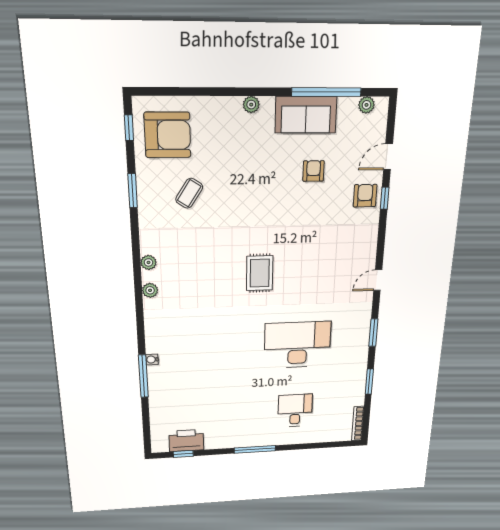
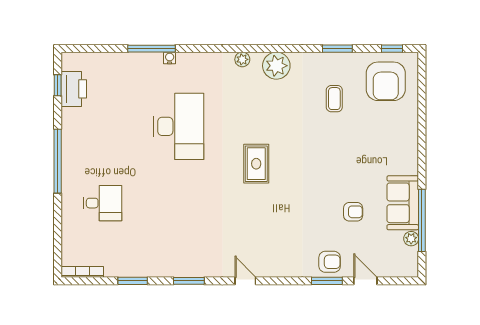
plant: (251, 105) -> (411, 154), removed
plant: (366, 105) -> (411, 239), moved
coffee table: (189, 193) -> (334, 99), turned 57
window: (385, 198) -> (327, 281), width x1.50
plant: (148, 262) -> (276, 66), width x1.87, depth x1.87
rug: (260, 273) -> (256, 164), turned 90
desk: (298, 345) -> (179, 126), moved
window: (255, 449) -> (58, 161), width x1.46

